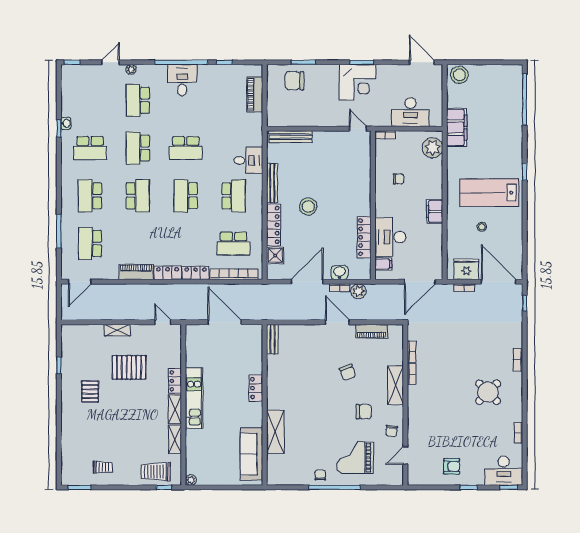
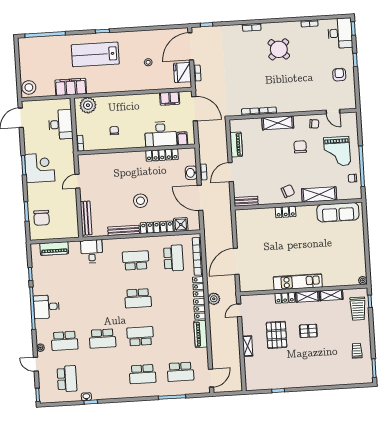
door: (358, 129) -> (77, 181), moved
school desk: (90, 148) -> (67, 379), moved
school desk: (186, 148) -> (100, 301), removed
desk: (248, 160) -> (92, 251), moved
lab bench: (489, 193) -> (95, 54), moved, turned 90
filing cabinet: (435, 211) -> (170, 98), moved
door: (80, 282) -> (211, 378), hinge flipped
plant: (358, 291) -> (214, 299), moved
bench: (272, 339) -> (246, 201), moved
chair: (348, 372) -> (288, 191), moved
locker: (256, 388) -> (286, 212), moved
pallet: (90, 391) -> (308, 331), moved
wall: (265, 405) -> (298, 204), moved
shelving: (275, 432) -> (319, 194), moved
sofa: (251, 454) -> (338, 212), moved

